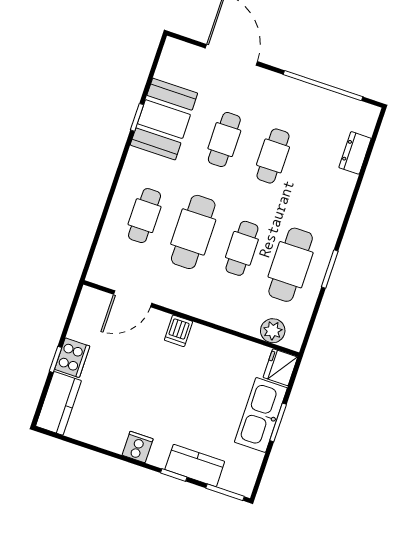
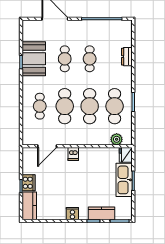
dresser: (355, 153) -> (127, 57), moved
cafe table: (242, 248) -> (90, 106), width x1.37, depth x1.35

